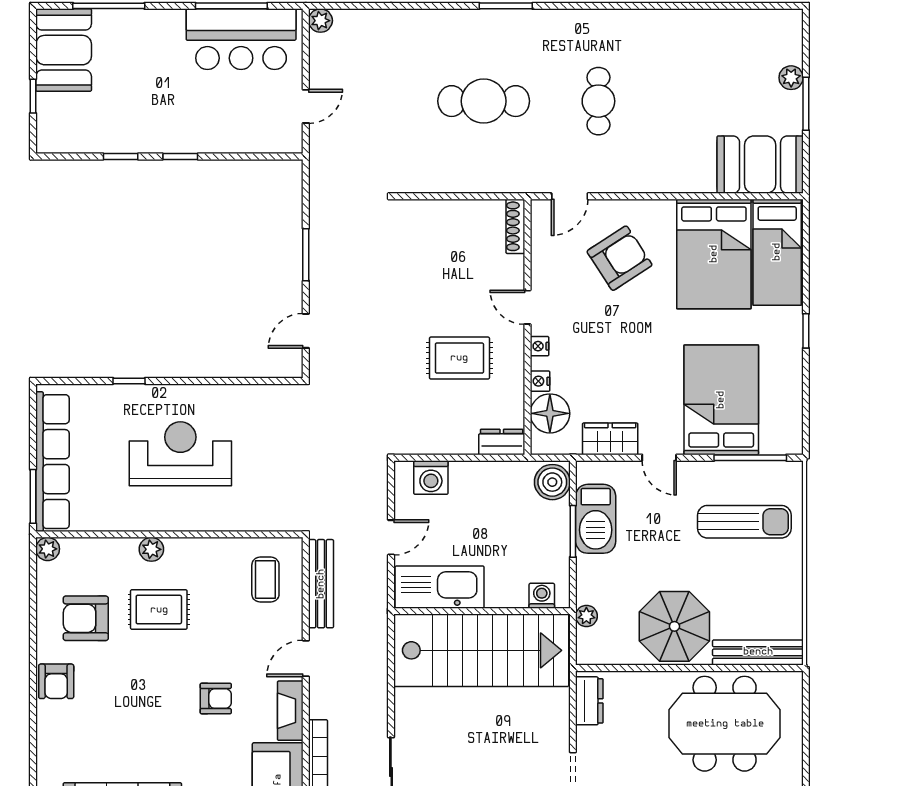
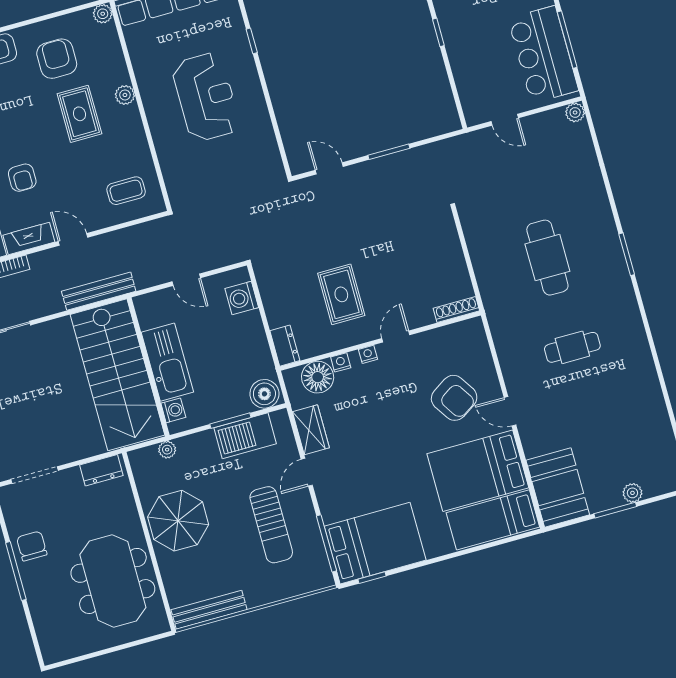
door: (570, 196) -> (510, 411), moved
window: (806, 331) -> (372, 578), moved
bed: (721, 400) -> (375, 543), moved
sun lounger: (744, 522) -> (271, 525), moved
bench: (321, 584) -> (99, 291), moved
kitchen sink: (440, 587) -> (167, 362), moved
bench: (758, 652) -> (209, 610), moved, turned 90

